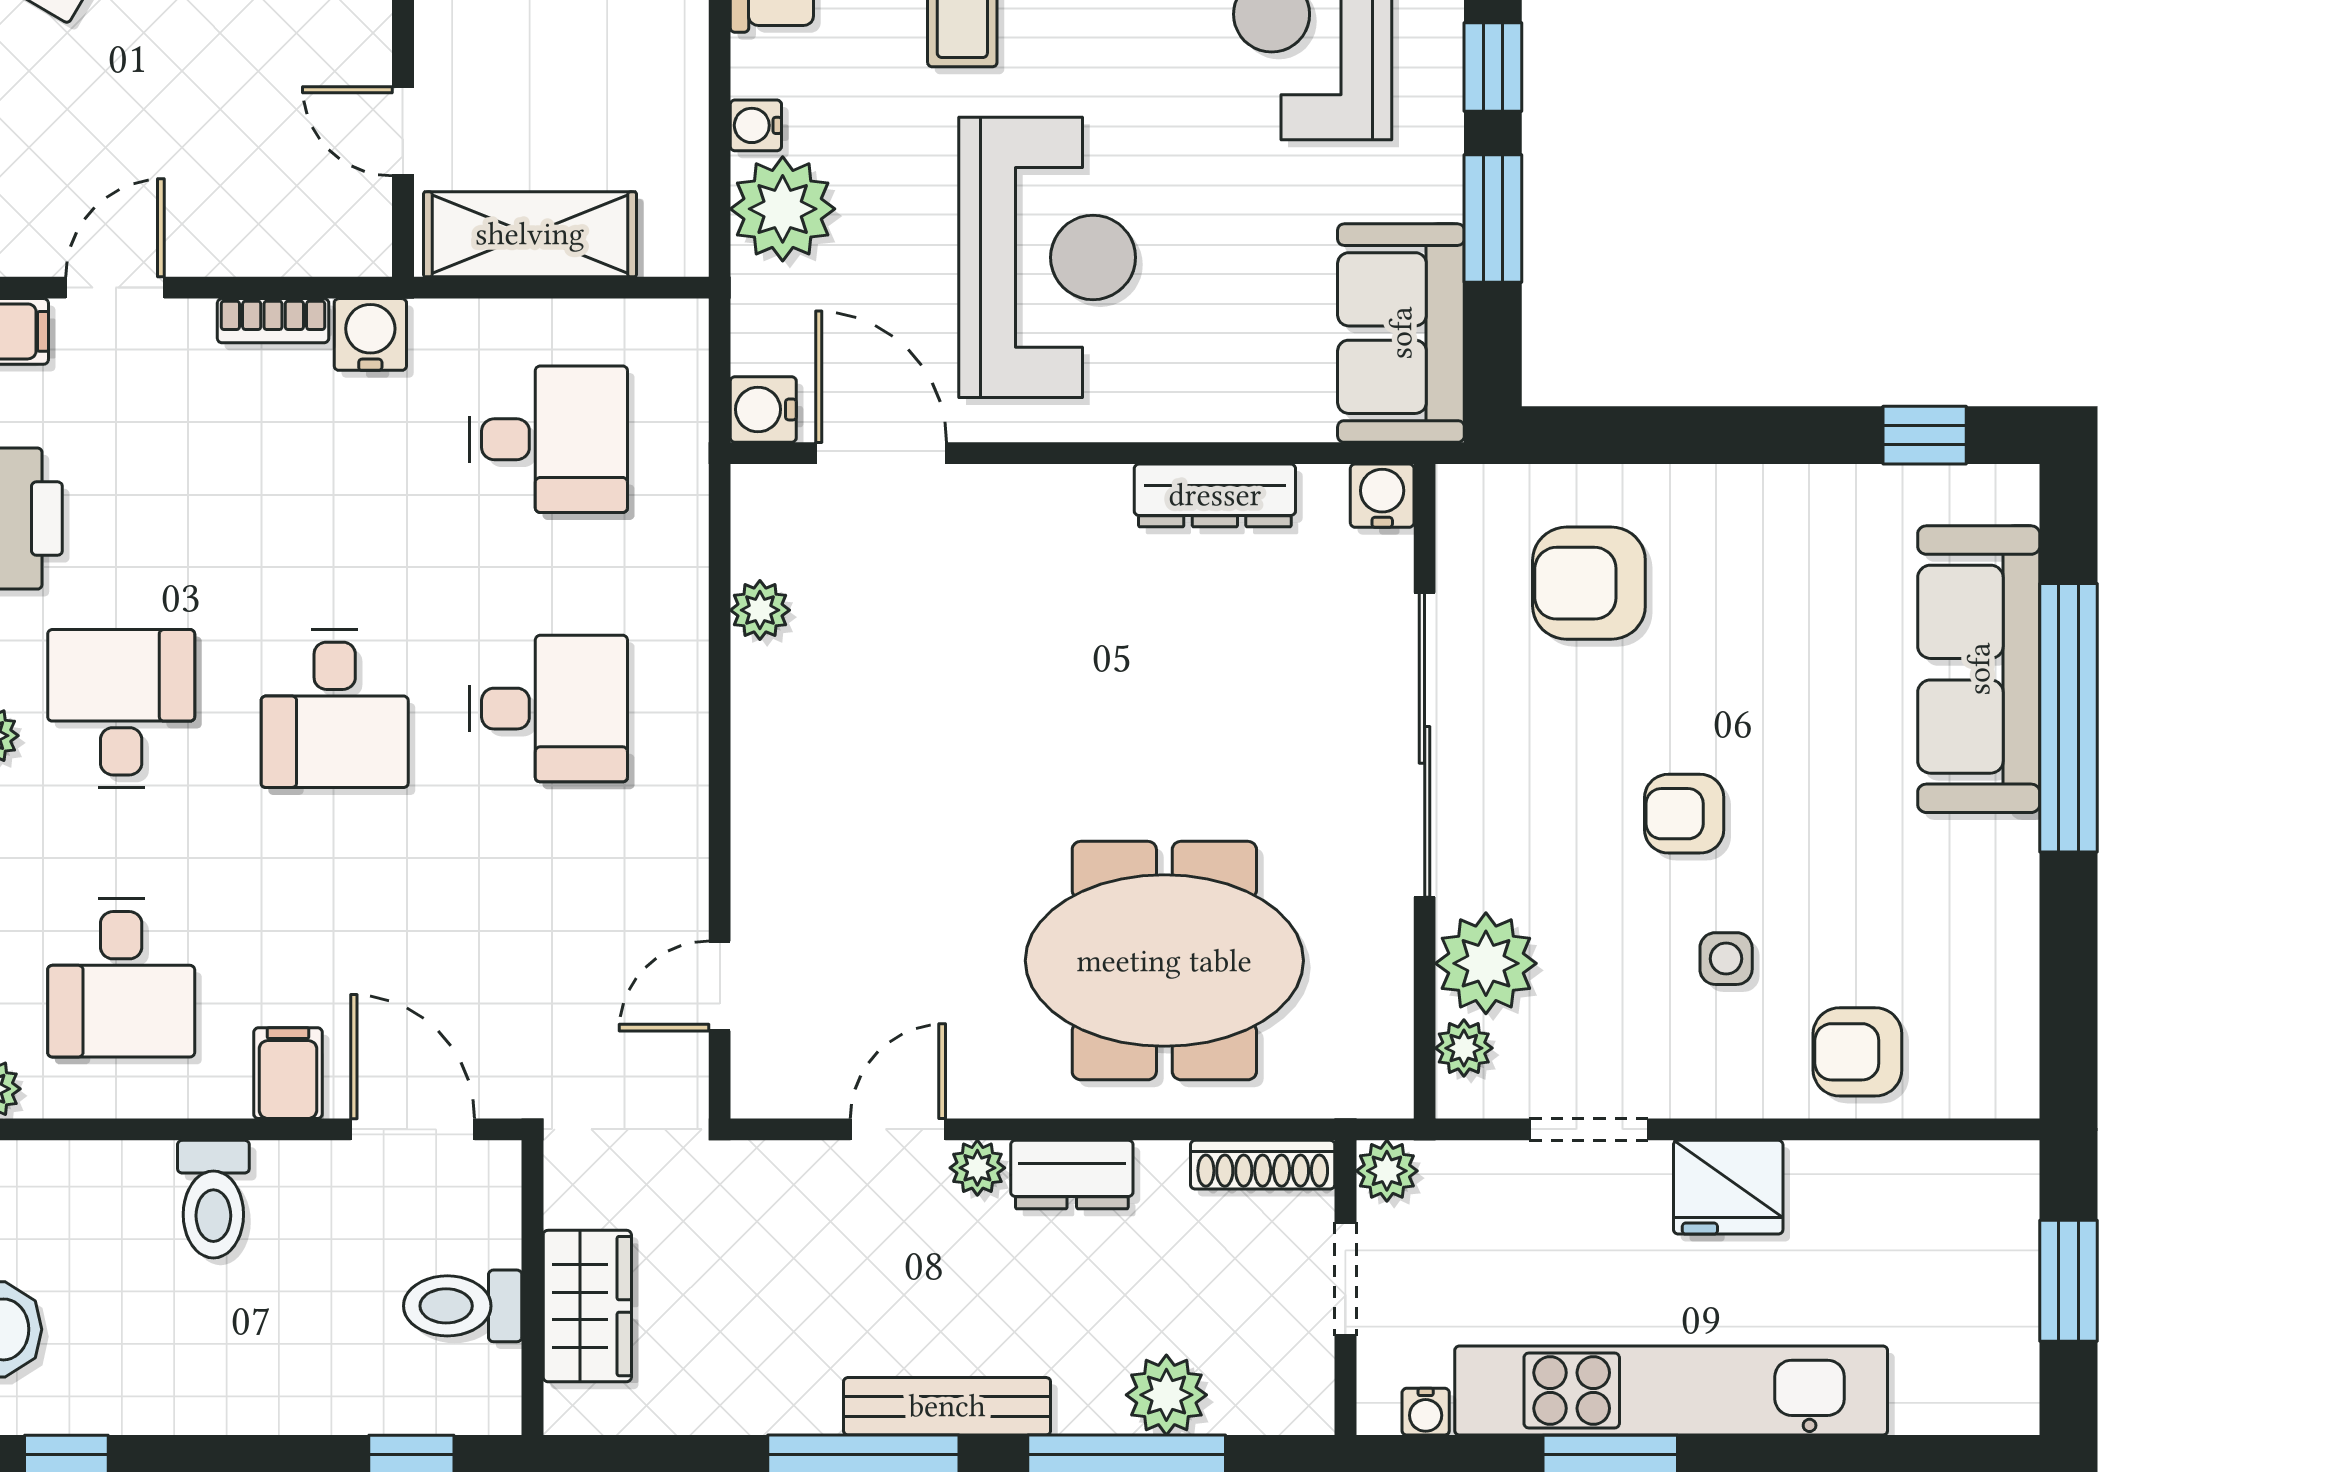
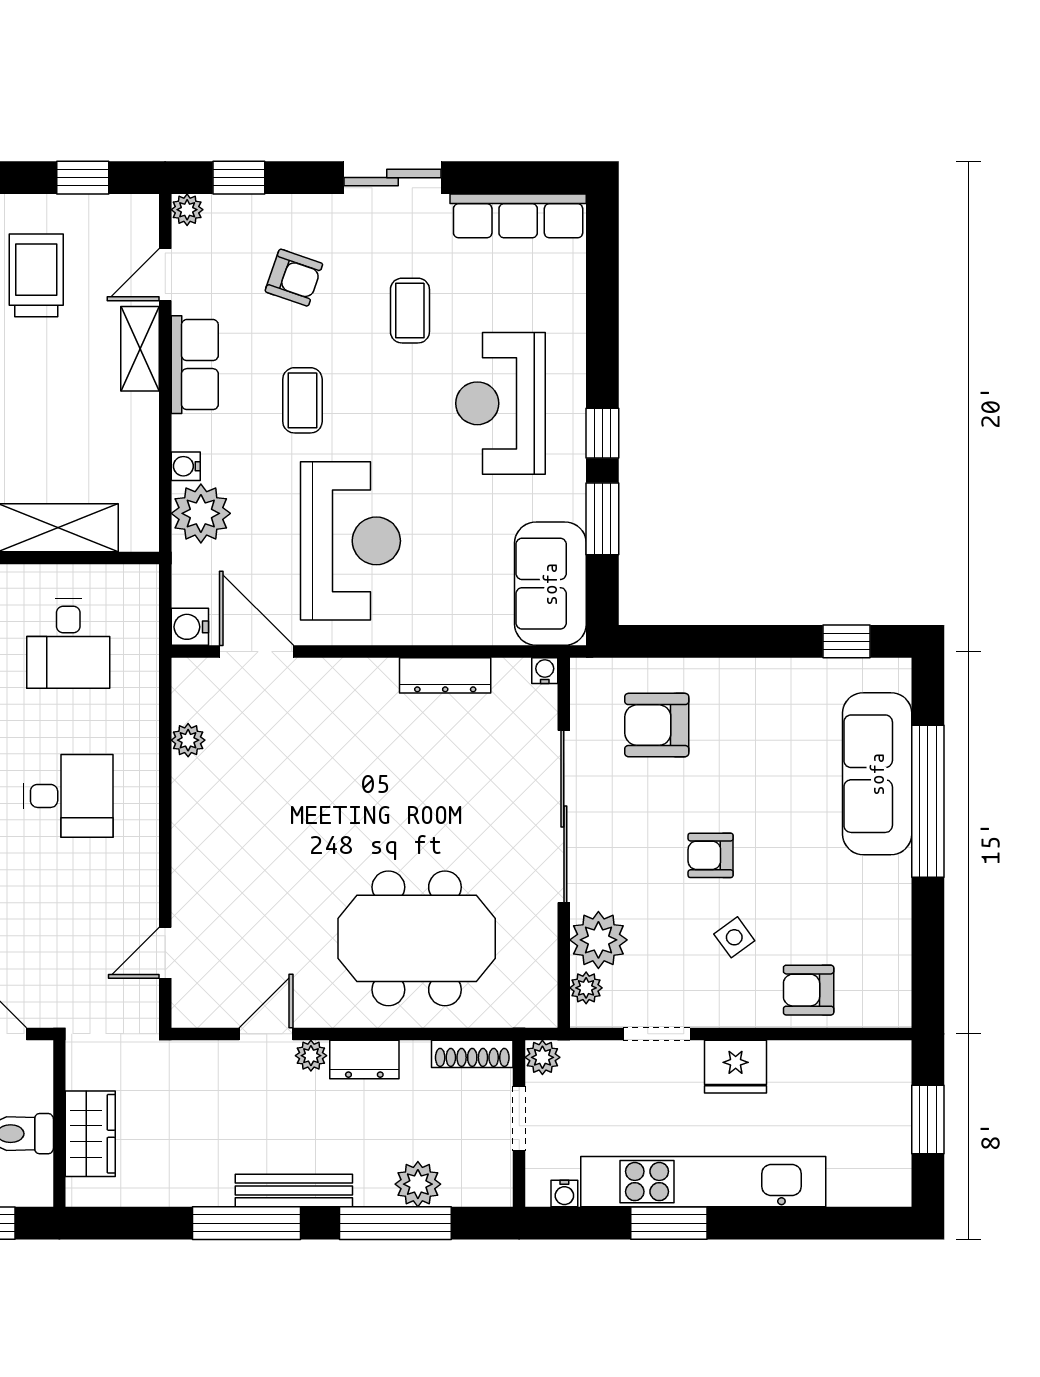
desk: (548, 439) -> (68, 644), turned 90
water cooler: (1382, 496) -> (545, 671), width x0.72, depth x0.72
side table: (1726, 959) -> (734, 937), turned -36

